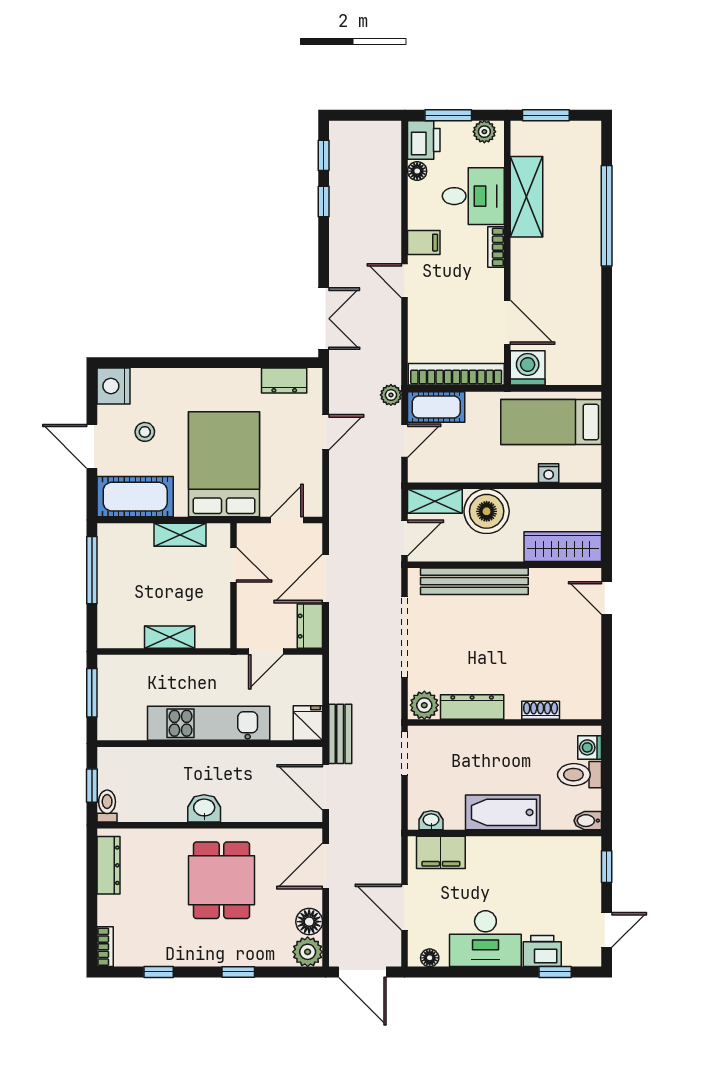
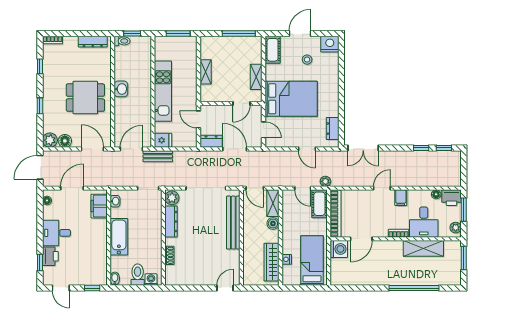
cot: (135, 497) -> (273, 50), width x0.73, depth x0.75
boiler: (487, 511) -> (273, 224), width x0.54, depth x0.54
wardrobe: (563, 547) -> (272, 262), moved, turned 180
desk: (485, 939) -> (56, 233), width x0.73

